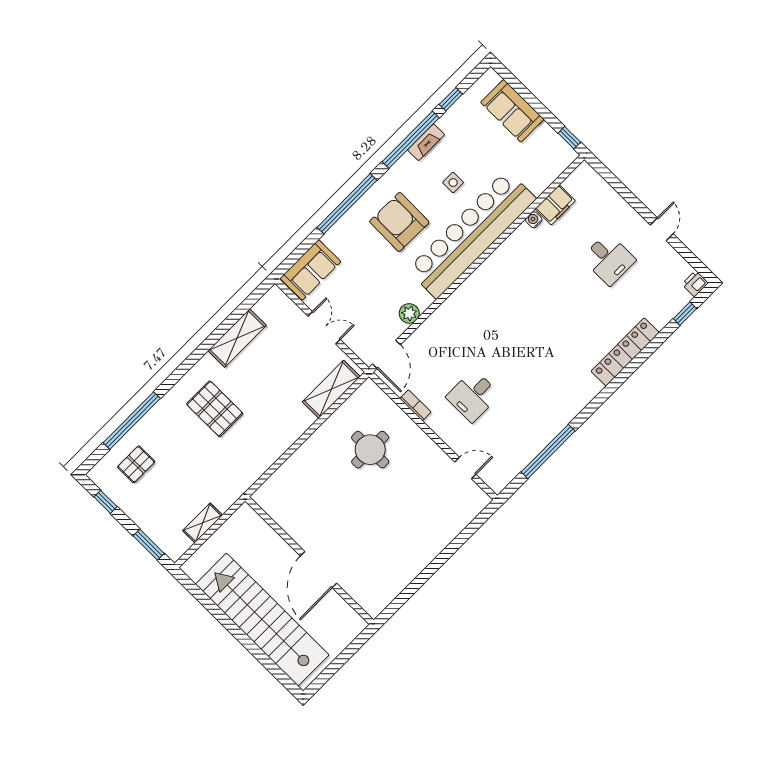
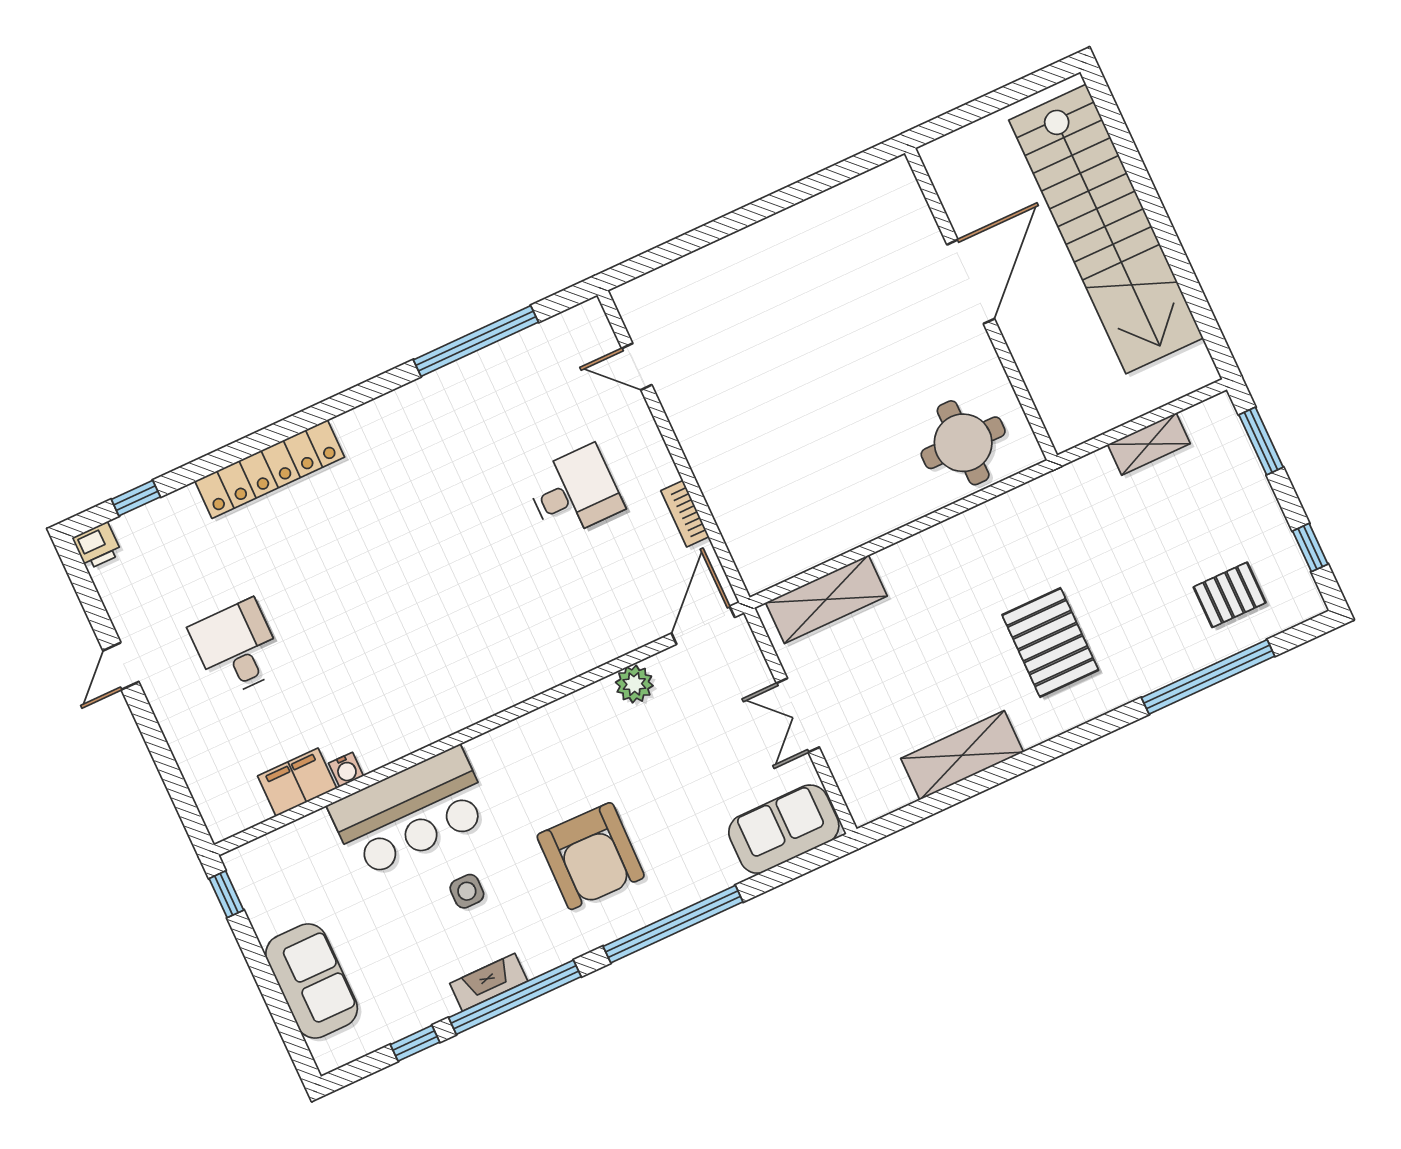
bar counter: (472, 234) -> (410, 812), width x0.54
round table: (370, 450) -> (963, 443), moved

